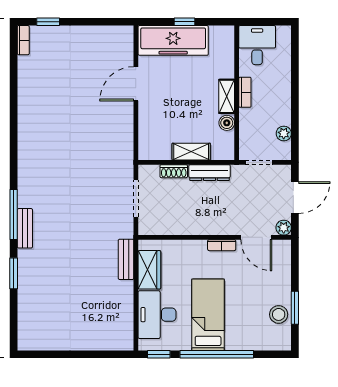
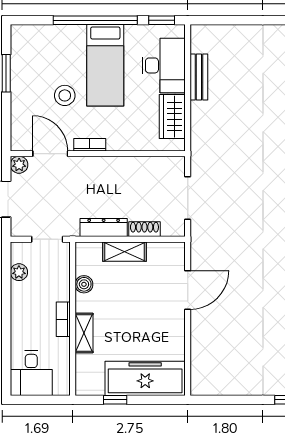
window: (184, 22) -> (115, 400), moved
desk: (257, 45) -> (31, 373), moved
door: (136, 84) -> (188, 290), moved
shelving: (227, 96) -> (84, 333), moved
bench: (126, 259) -> (199, 77), moved
stool: (279, 314) -> (65, 95), moved

